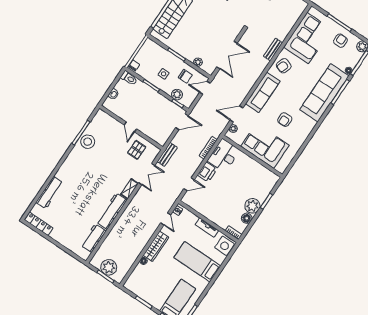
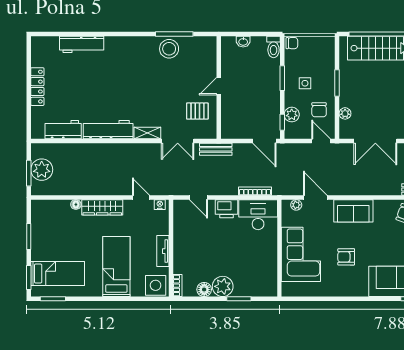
sofa: (263, 92) -> (353, 211), width x0.73
door: (166, 219) -> (141, 197), swing flipped
locker: (39, 224) -> (37, 87), moved

